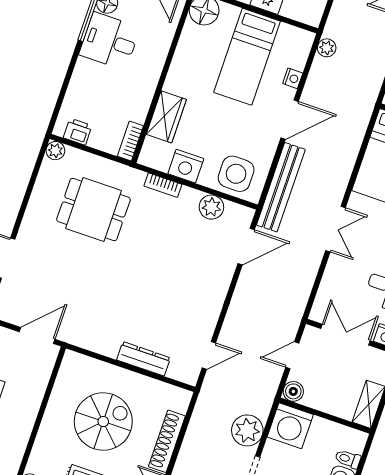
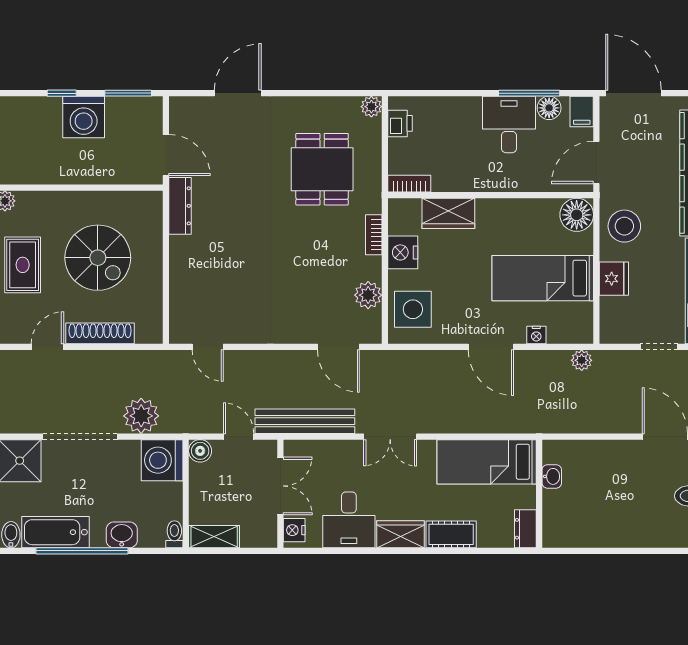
bench: (281, 187) -> (305, 421), moved
dresser: (143, 359) -> (180, 206), moved
toilet: (348, 459) -> (174, 534), moved

